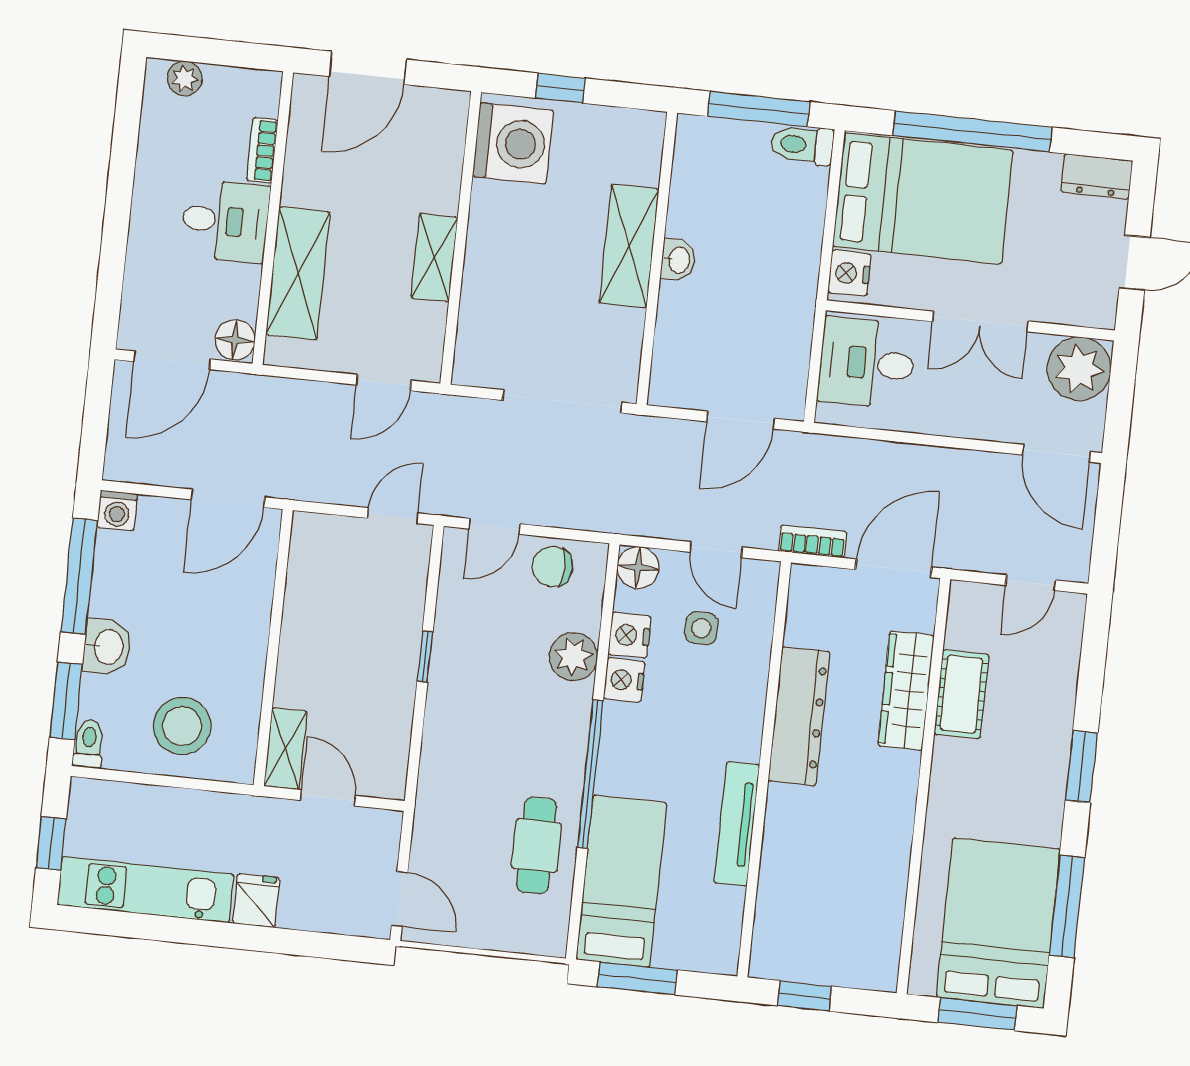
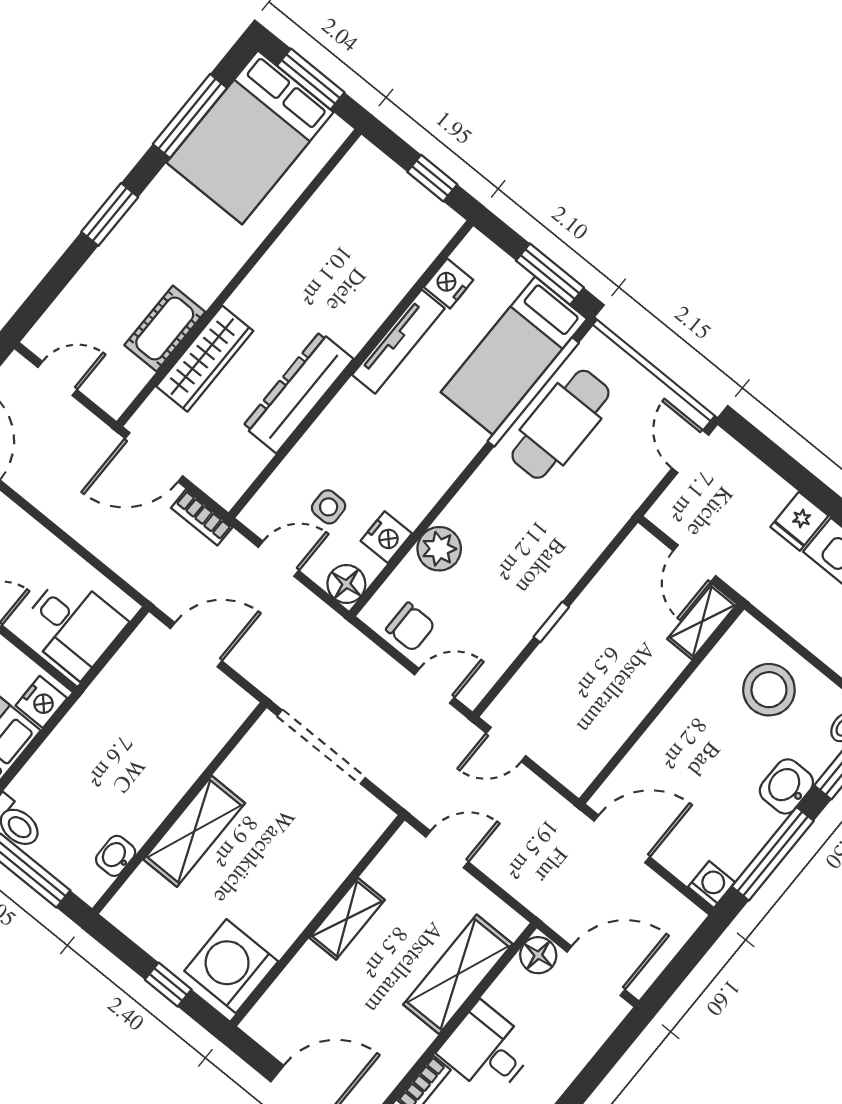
washbasin: (678, 260) -> (116, 856), moved
door: (716, 550) -> (278, 559), hinge flipped
nightstand: (624, 680) -> (449, 284), moved, turned 180
window: (590, 774) -> (533, 392), moved
cafe table: (536, 846) -> (560, 424), width x1.37, depth x1.35

